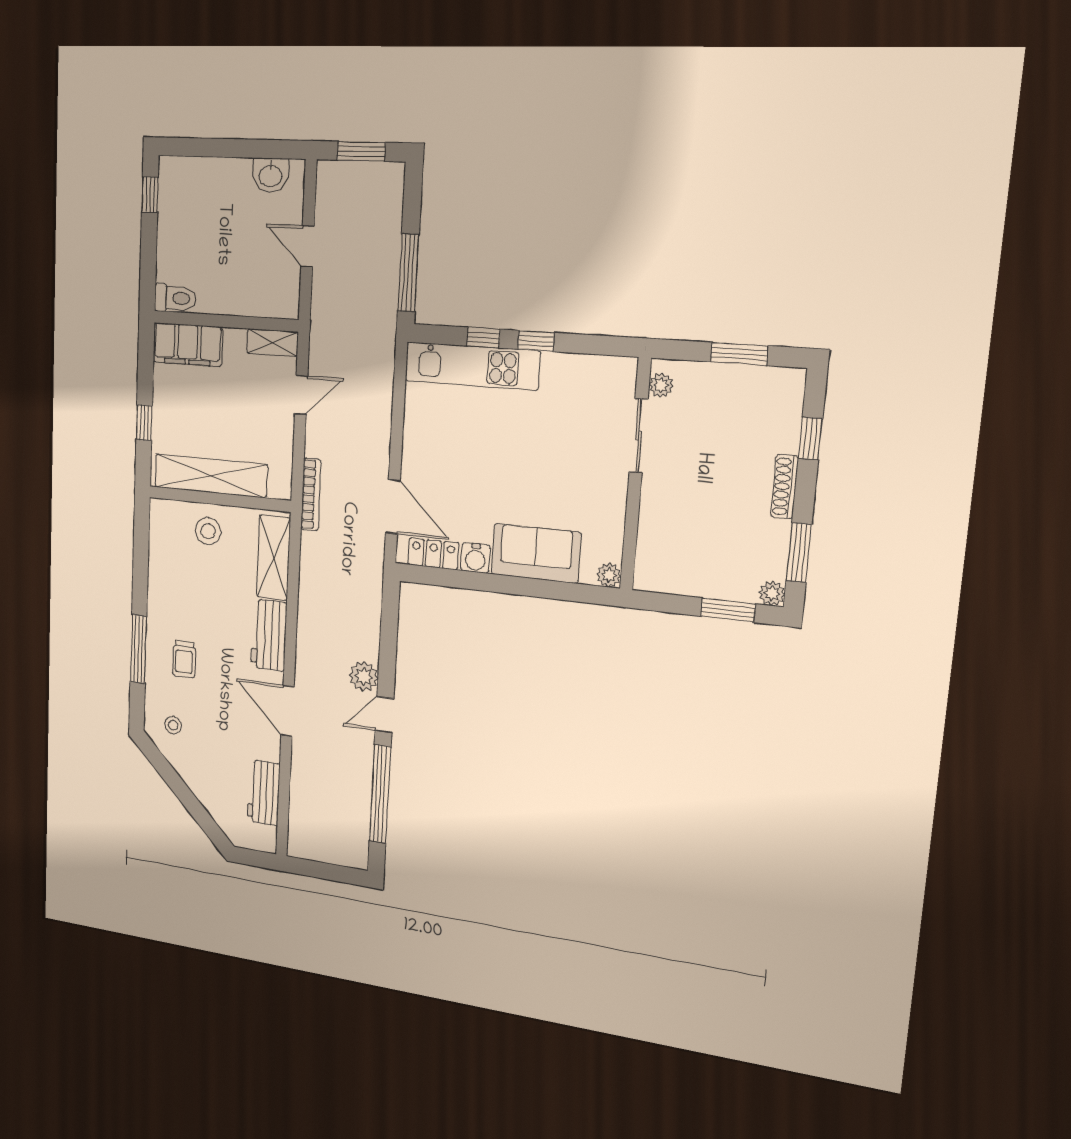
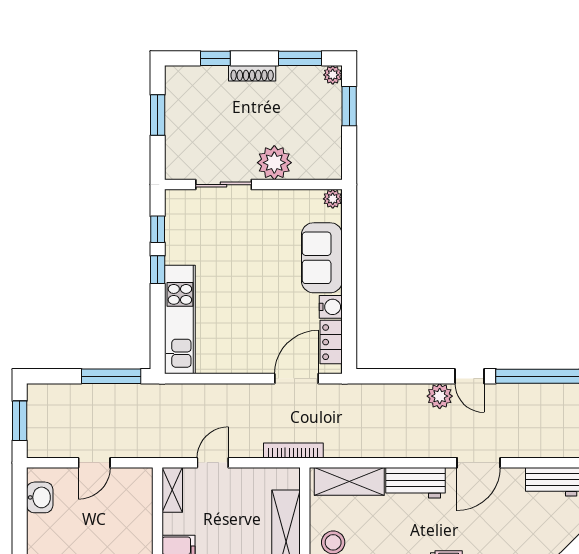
window: (483, 338) -> (158, 229), moved
plant: (661, 385) -> (274, 163), moved, width x1.88, depth x1.88
door: (301, 395) -> (213, 463), hinge flipped

